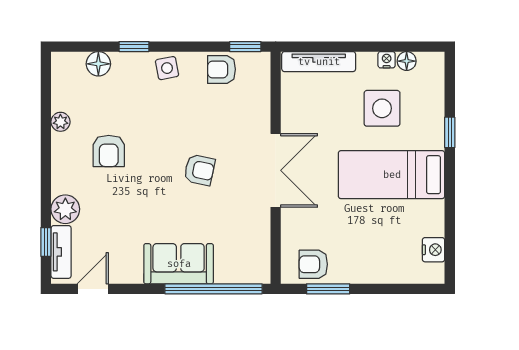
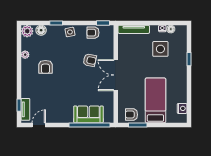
armchair: (199, 170) -> (90, 60), moved
double door: (276, 170) -> (116, 75), swing flipped
bed: (392, 175) -> (155, 100), moved, turned 90
plant: (65, 209) -> (27, 31), moved
sofa: (179, 264) -> (88, 114), moved

